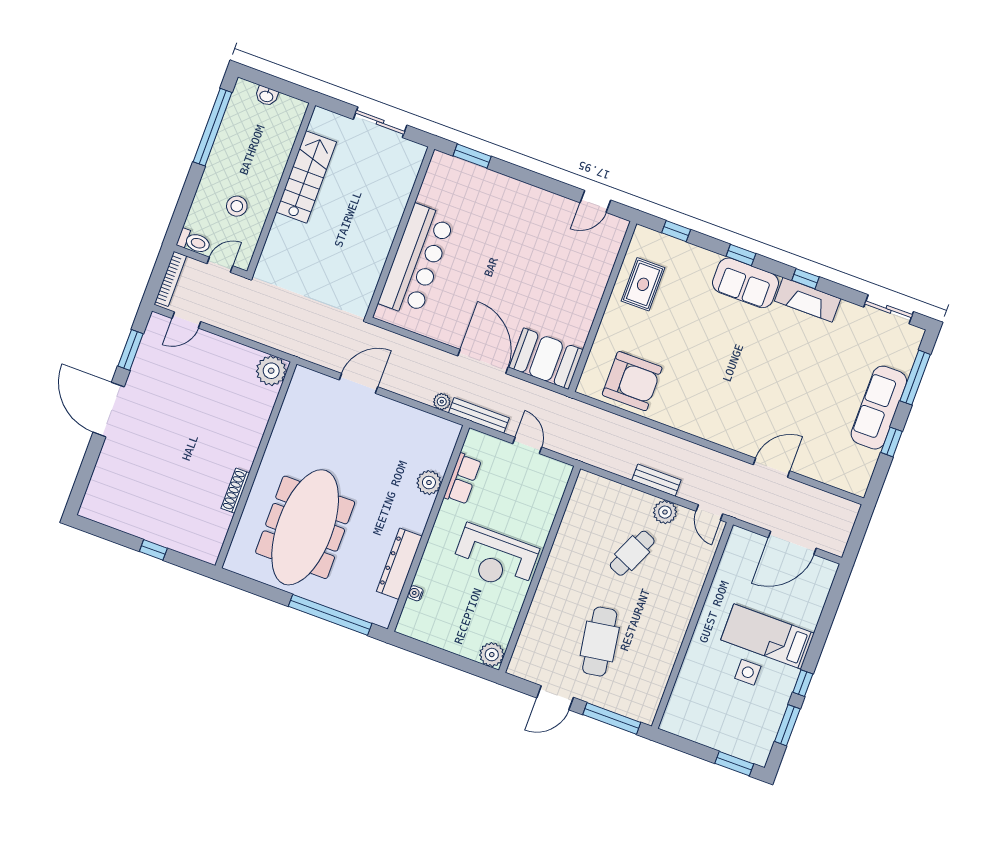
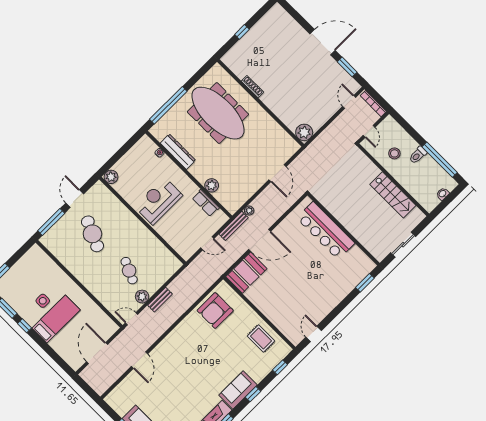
toilet: (194, 242) -> (418, 155), moved
cafe table: (600, 642) -> (92, 234), turned 33

